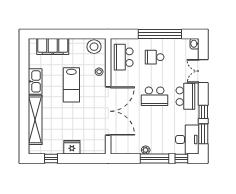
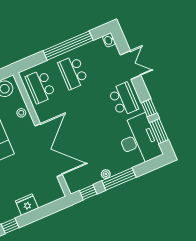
school desk: (155, 57) -> (73, 72), width x1.85
double door: (203, 71) -> (131, 65), swing flipped
school desk: (155, 96) -> (91, 113), removed
desk: (187, 139) -> (139, 140), width x1.36, depth x1.30
window: (181, 159) -> (88, 192), moved

